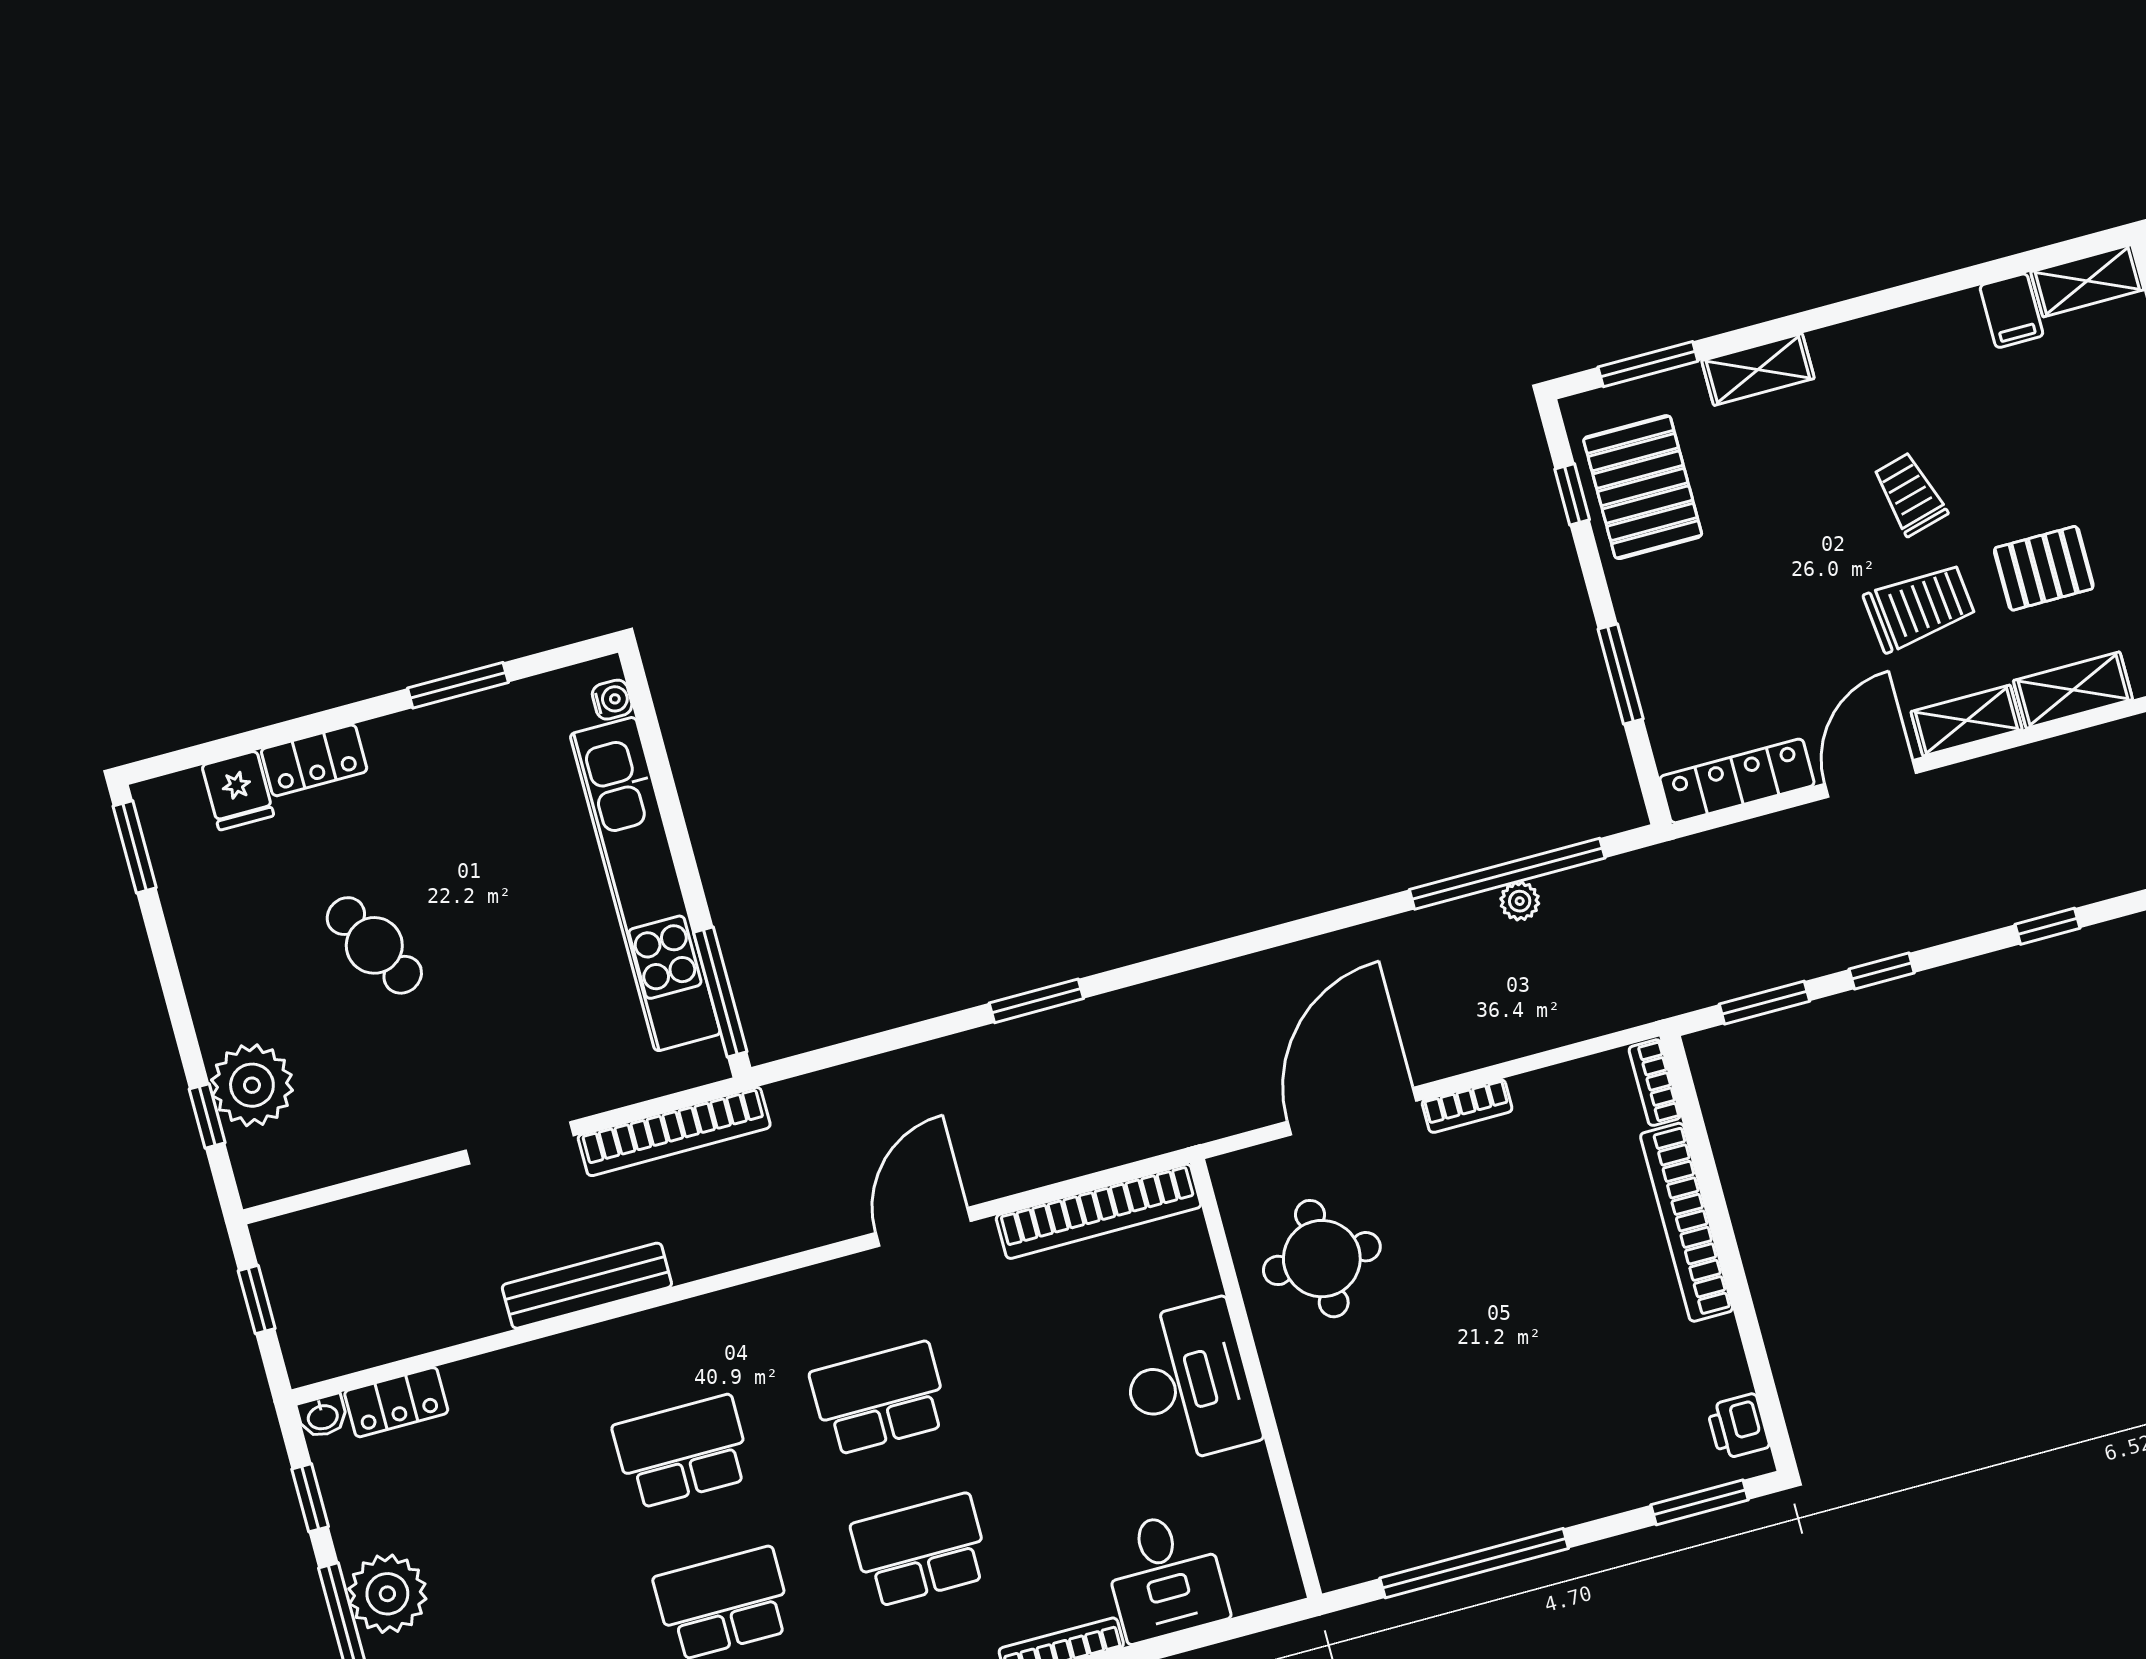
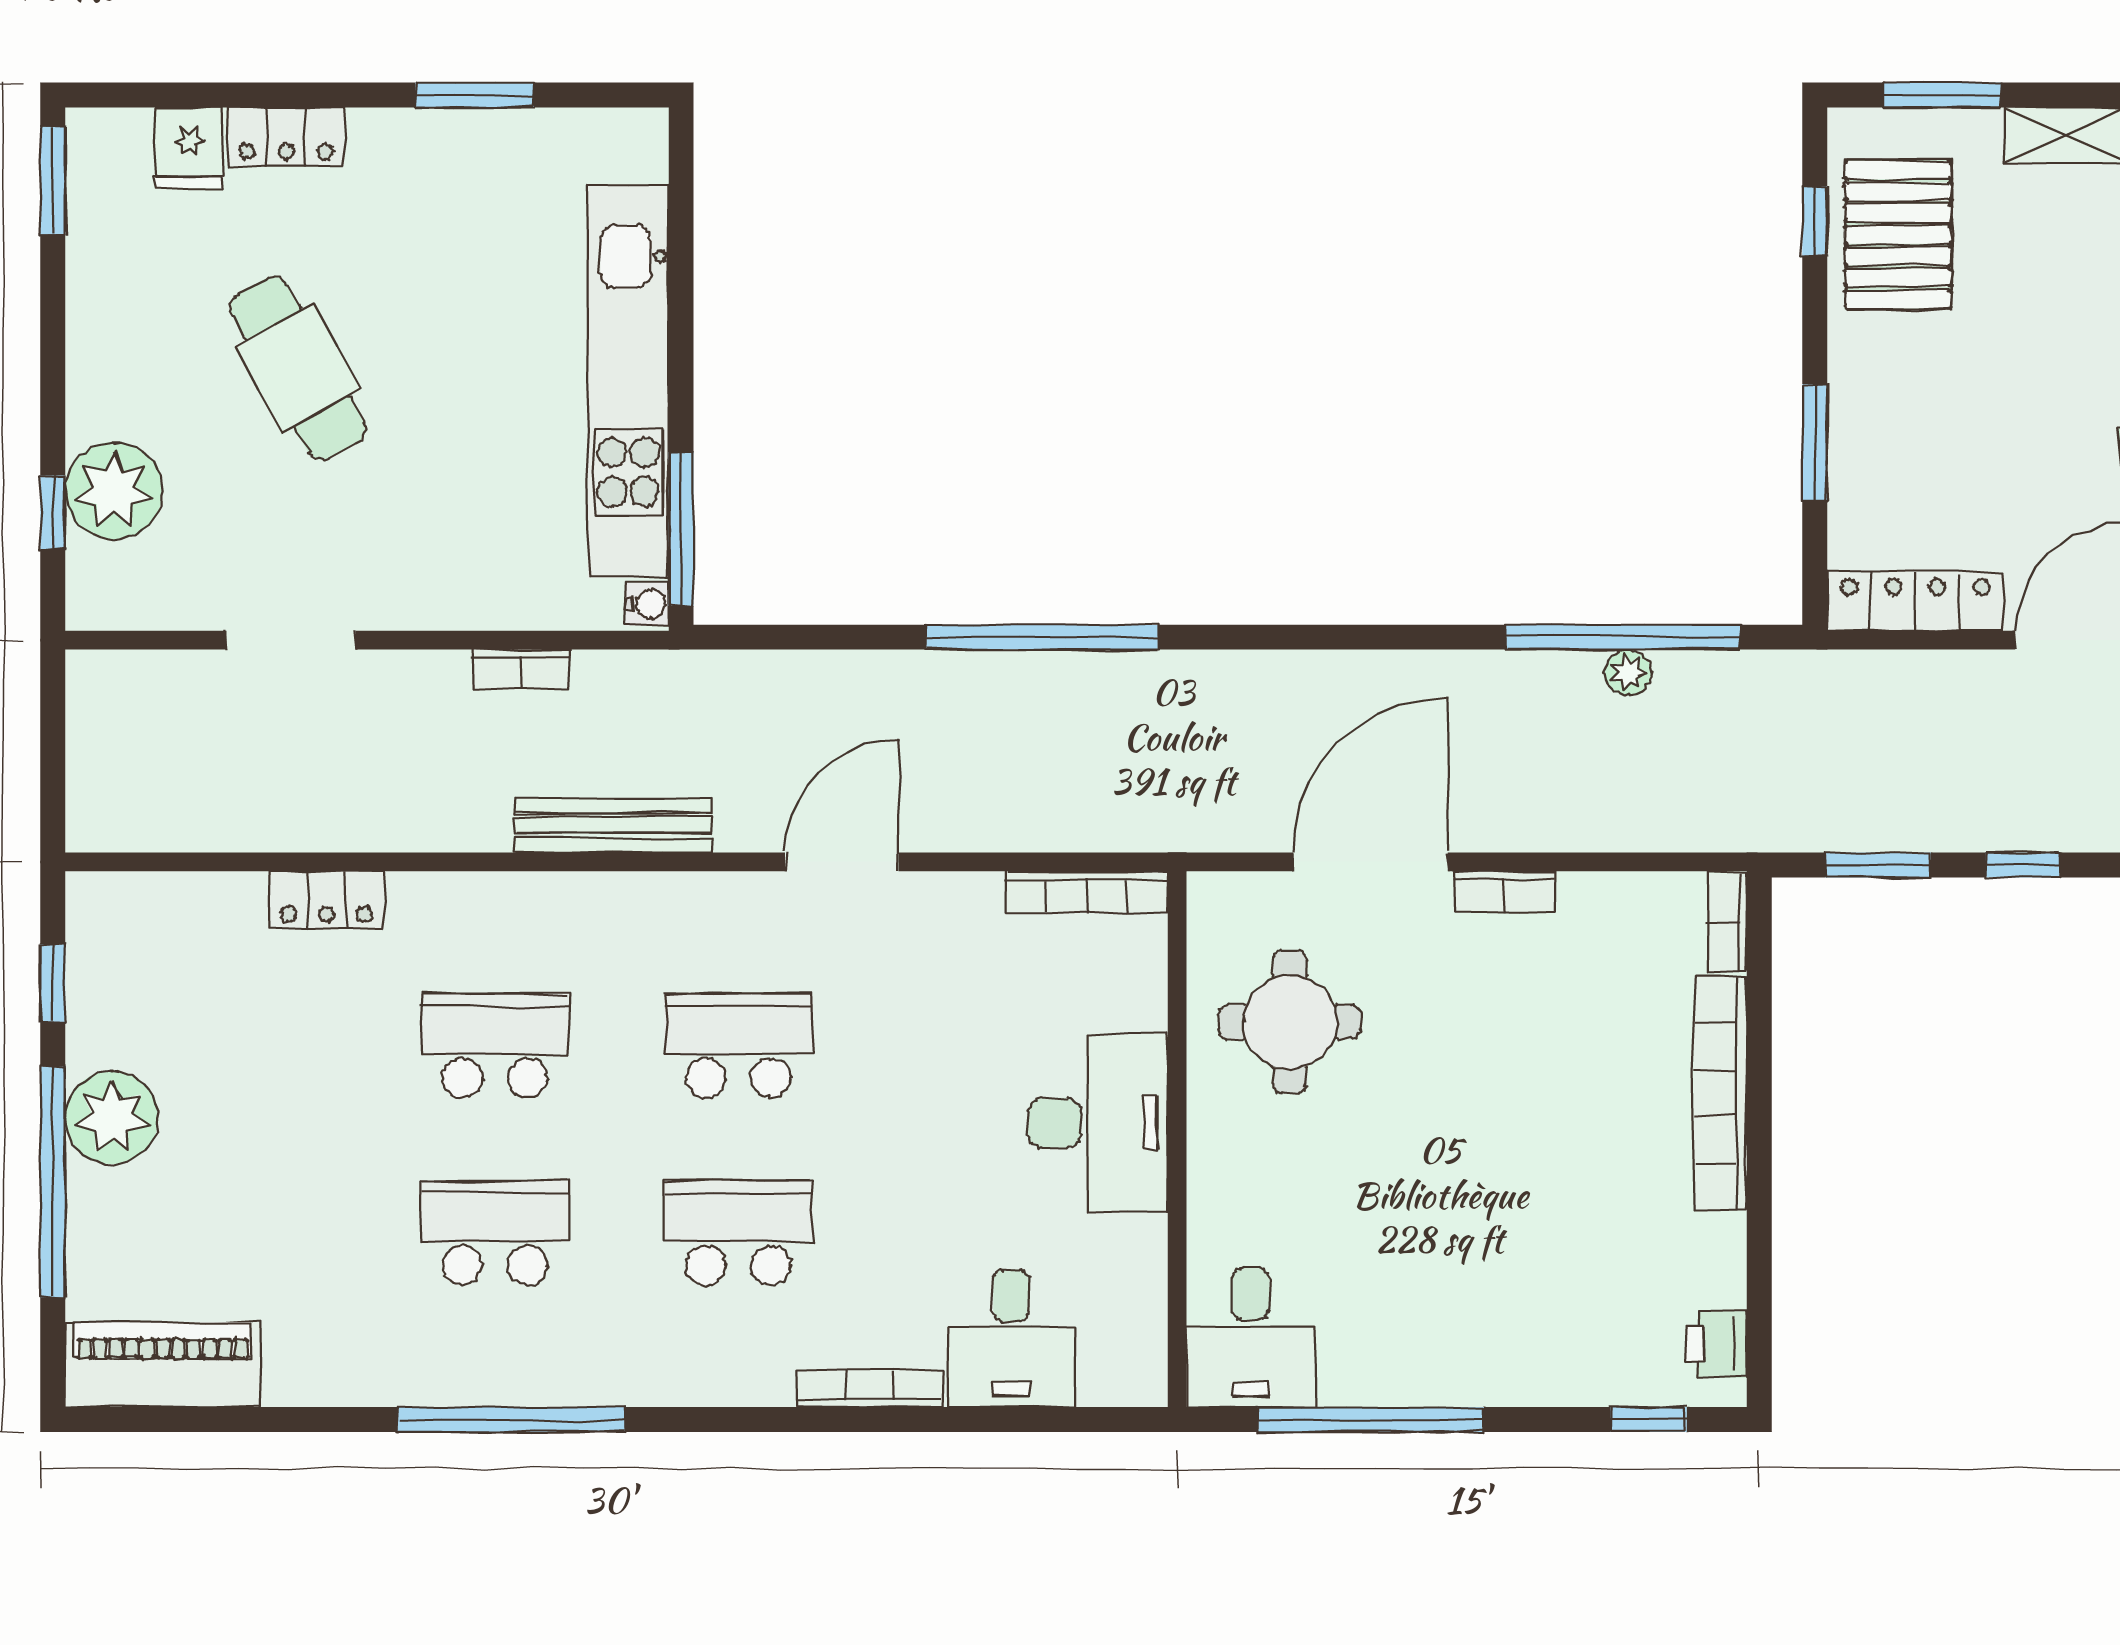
water cooler: (612, 700) -> (647, 604), moved
cafe table: (374, 945) -> (298, 368), width x1.37, depth x1.35
window: (1036, 1001) -> (1042, 637), width x2.11
bookcase: (674, 1131) -> (521, 669), width x0.43, depth x0.76
doorway: (520, 1143) -> (291, 640), moved
bookcase: (1099, 1211) -> (1087, 892), width x0.68, depth x0.76
bench: (587, 1286) -> (613, 825), moved
window: (257, 1300) -> (53, 739), removed
locker: (396, 1402) -> (326, 900), moved
washbasin: (323, 1416) -> (92, 893), removed
window: (1700, 1502) -> (1649, 1420), width x0.67
desk: (1359, 1523) -> (1251, 1337), added

